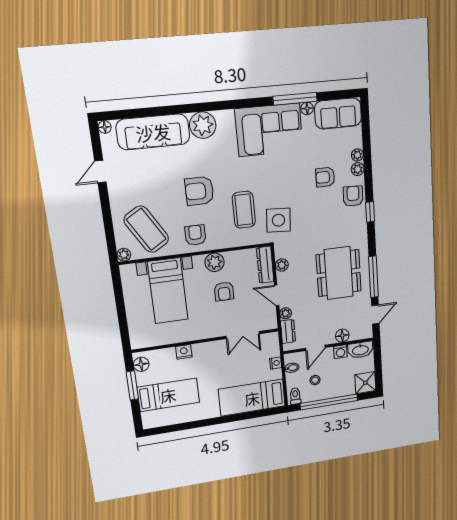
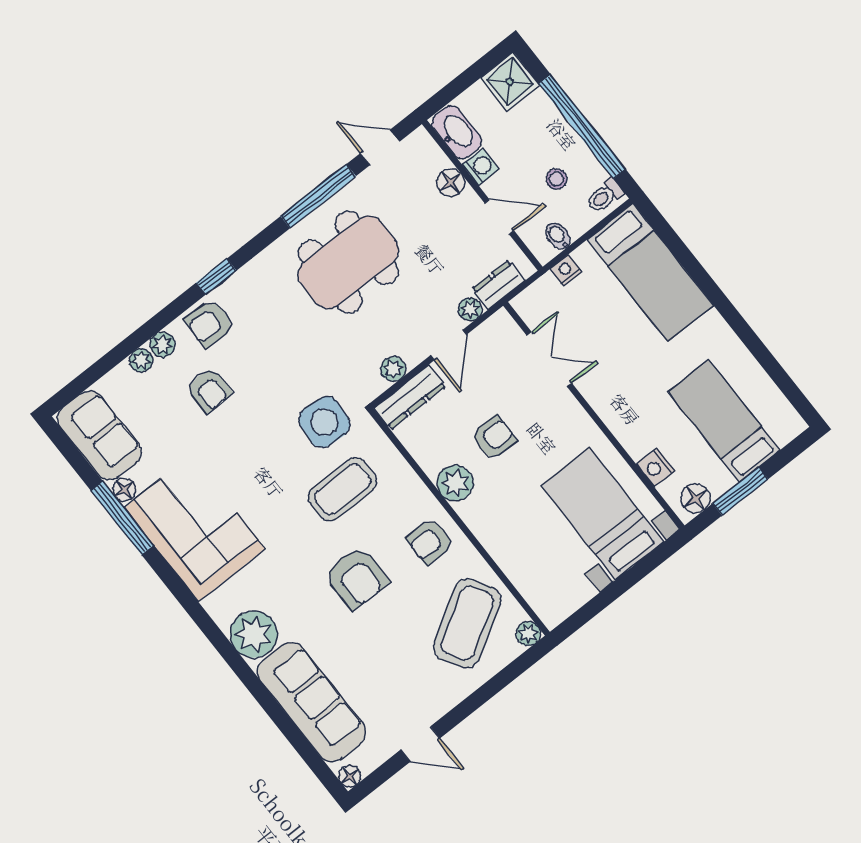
bed with nightstands: (168, 291) -> (602, 514), moved, turned -90
nightstand: (184, 352) -> (656, 467), moved

